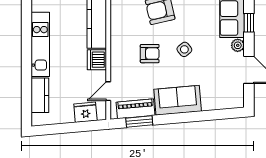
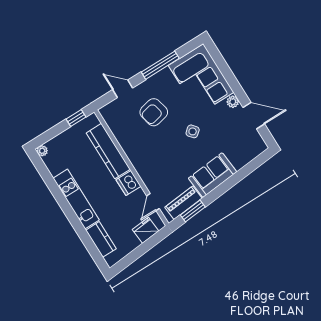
window: (249, 23) -> (230, 78), removed
armchair: (150, 54) -> (167, 152), removed

